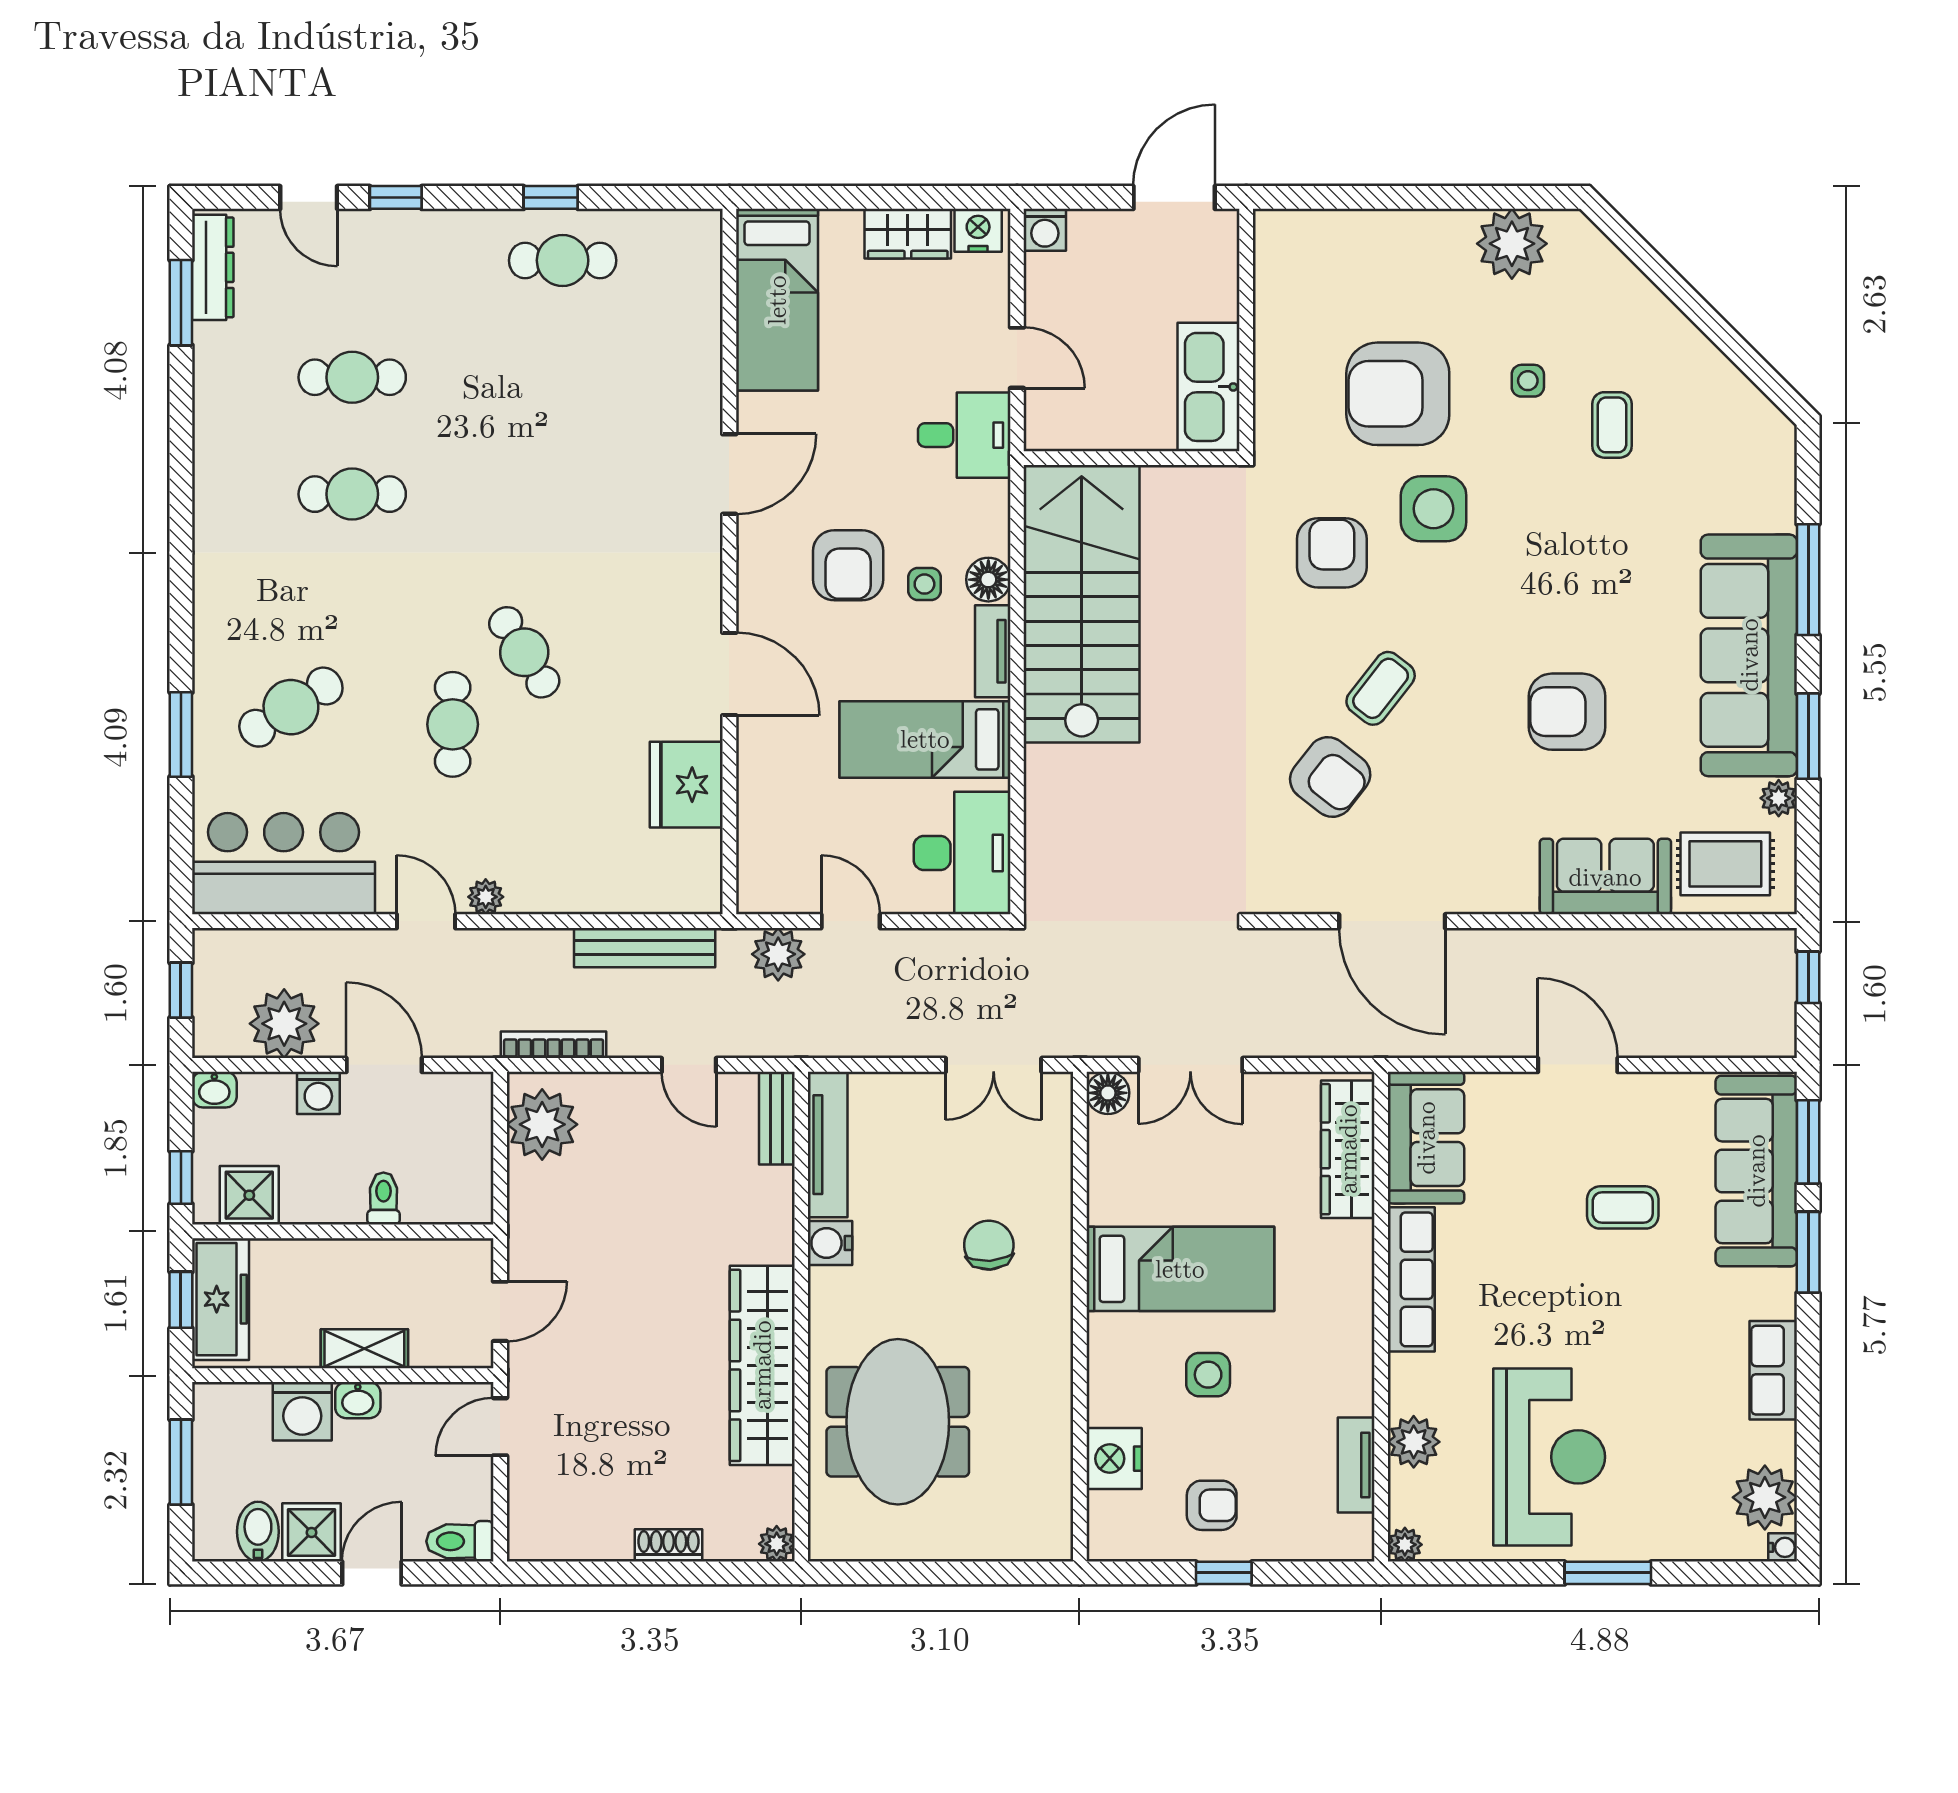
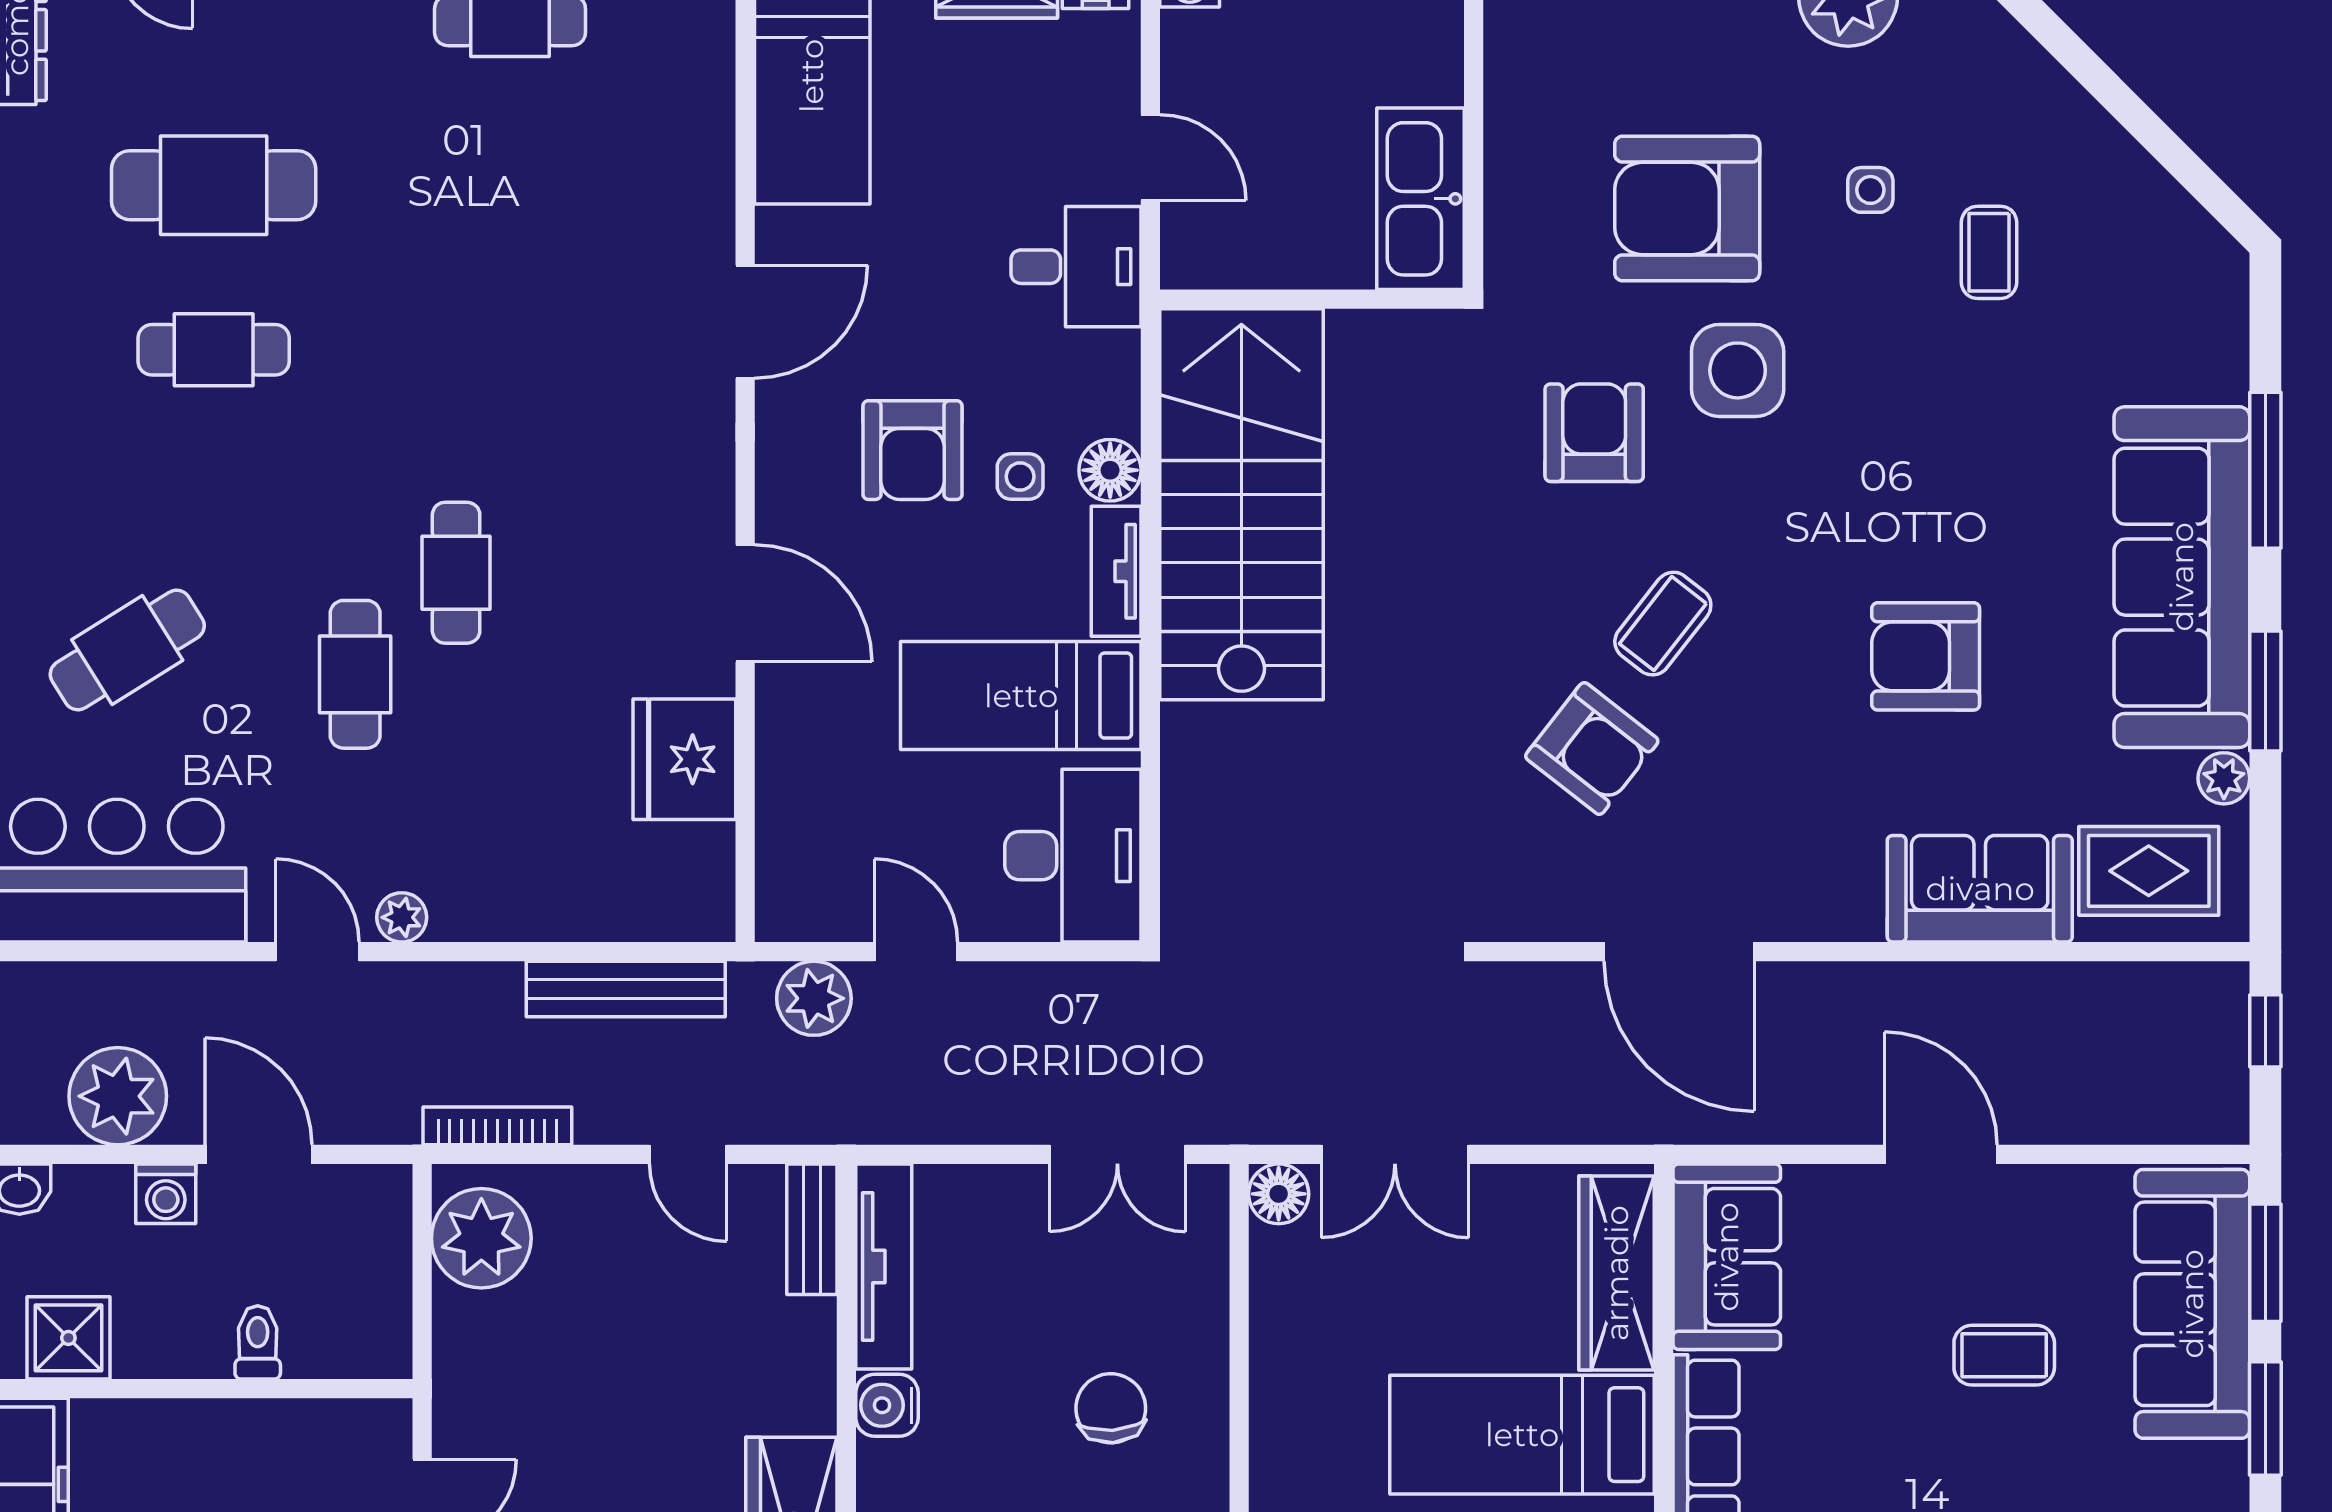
cafe table: (352, 377) -> (214, 185), width x1.37, depth x1.35
cafe table: (524, 652) -> (456, 573), turned 32
bed: (1180, 1269) -> (1522, 1435), moved, turned 180

